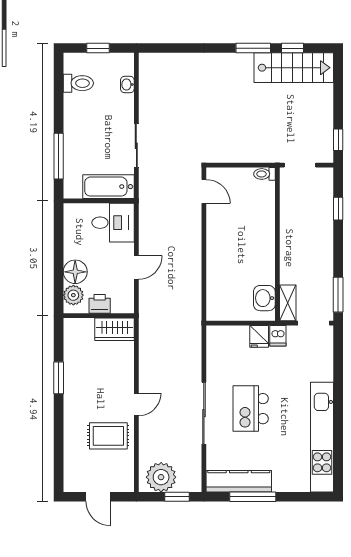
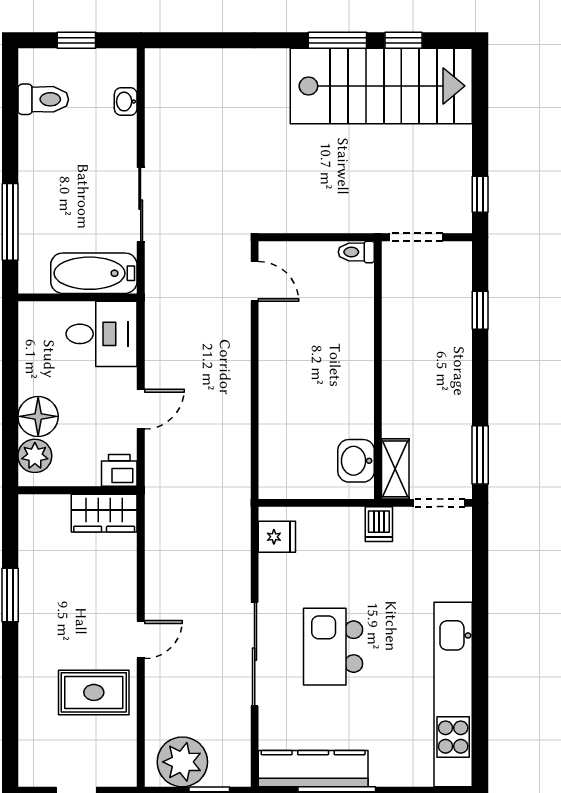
stairs: (294, 68) -> (381, 86), width x1.36, depth x1.51
printer: (100, 304) -> (119, 470), moved
fridge: (259, 336) -> (277, 537), moved, turned -90

